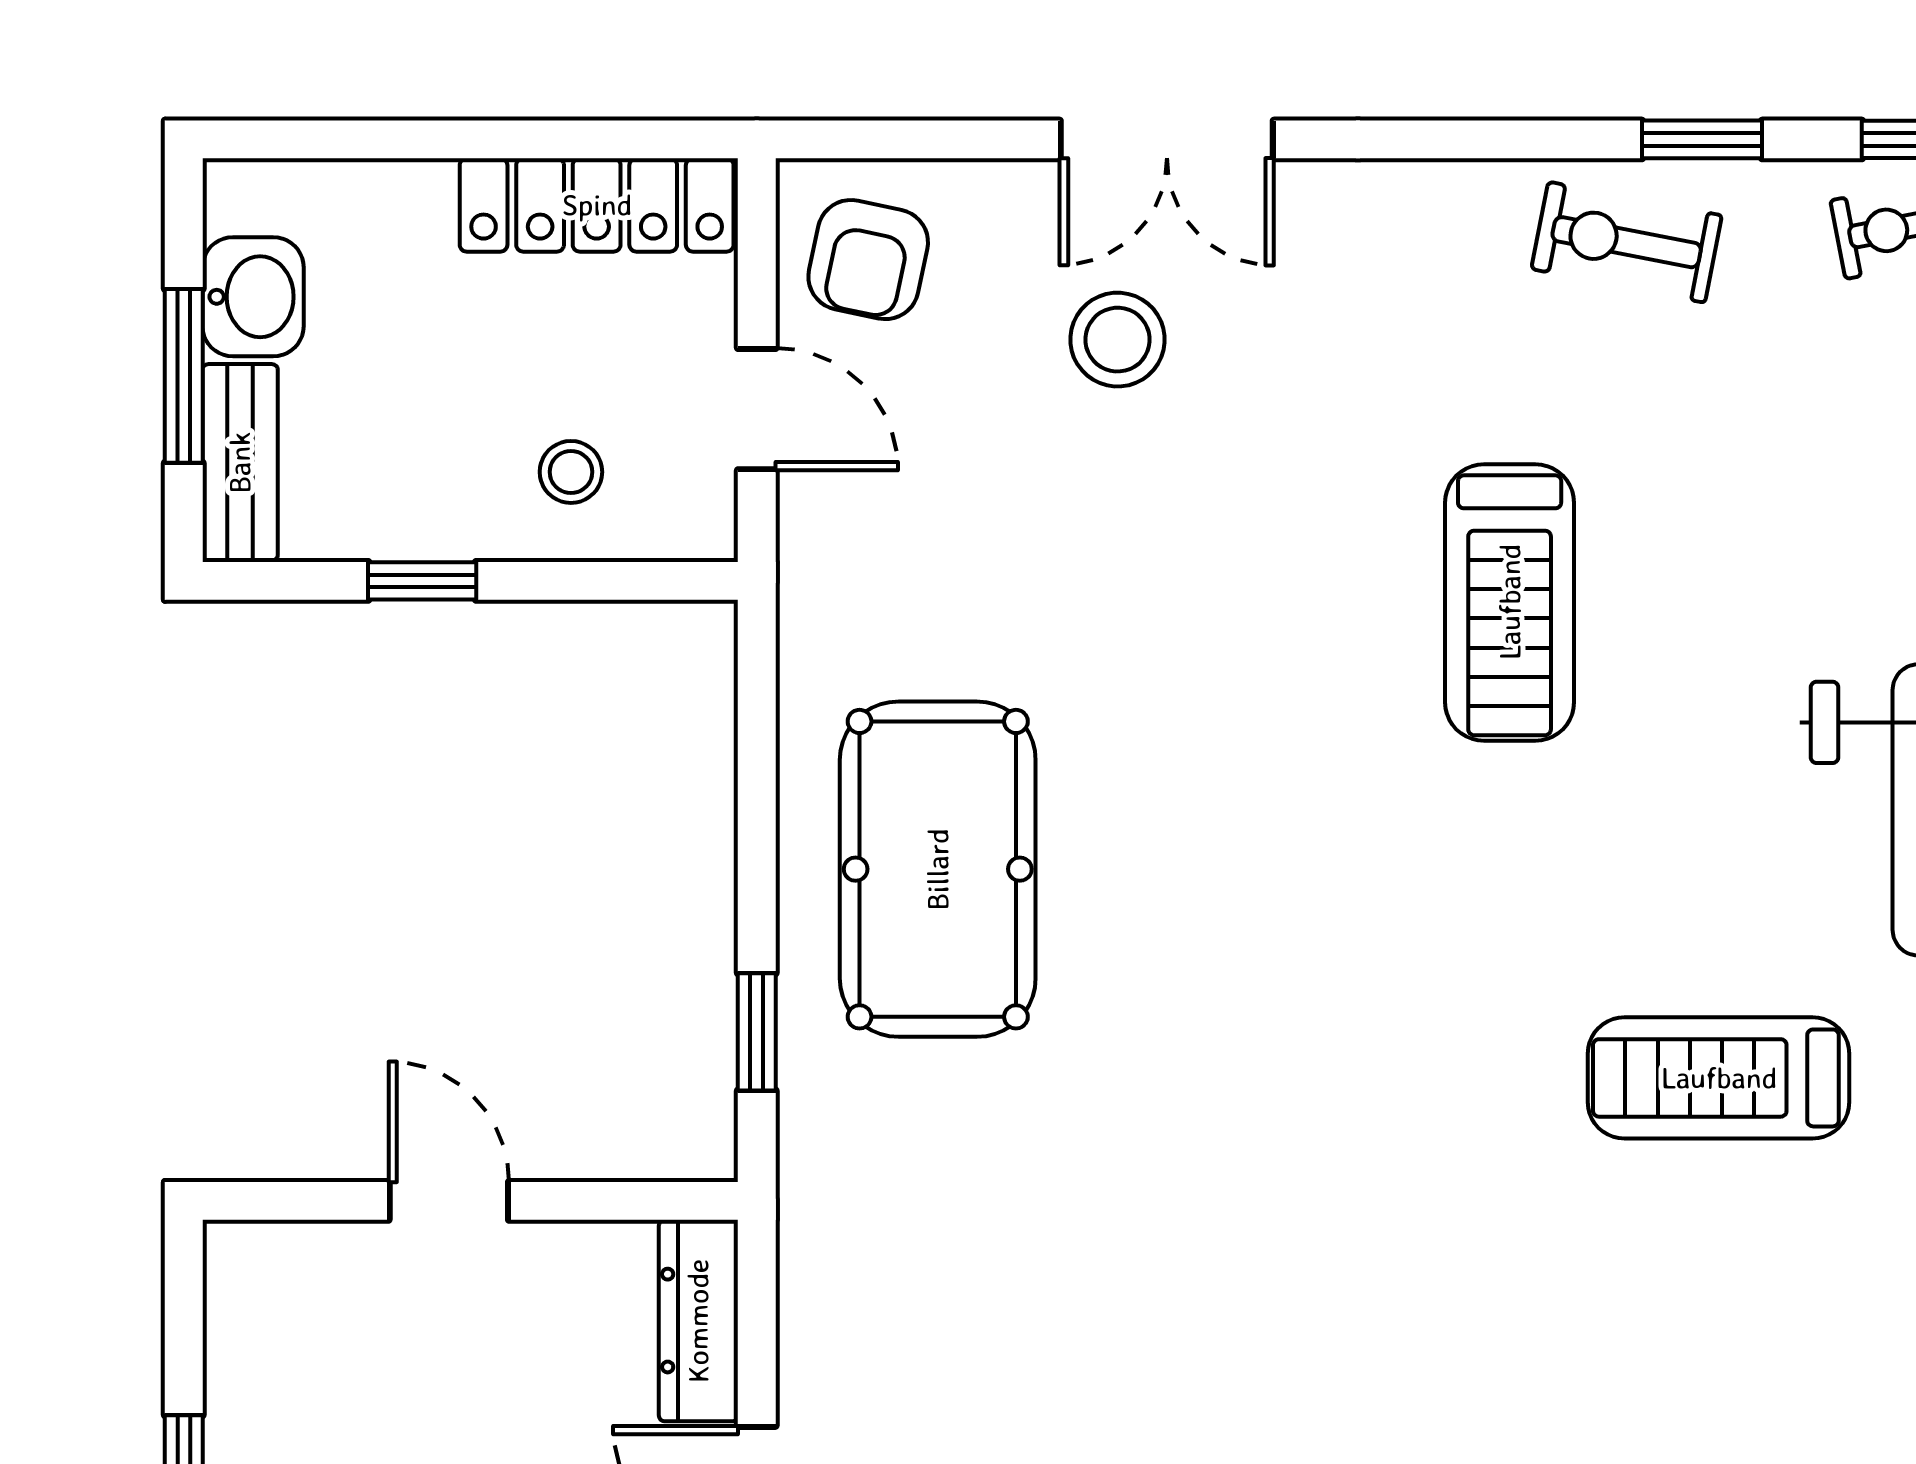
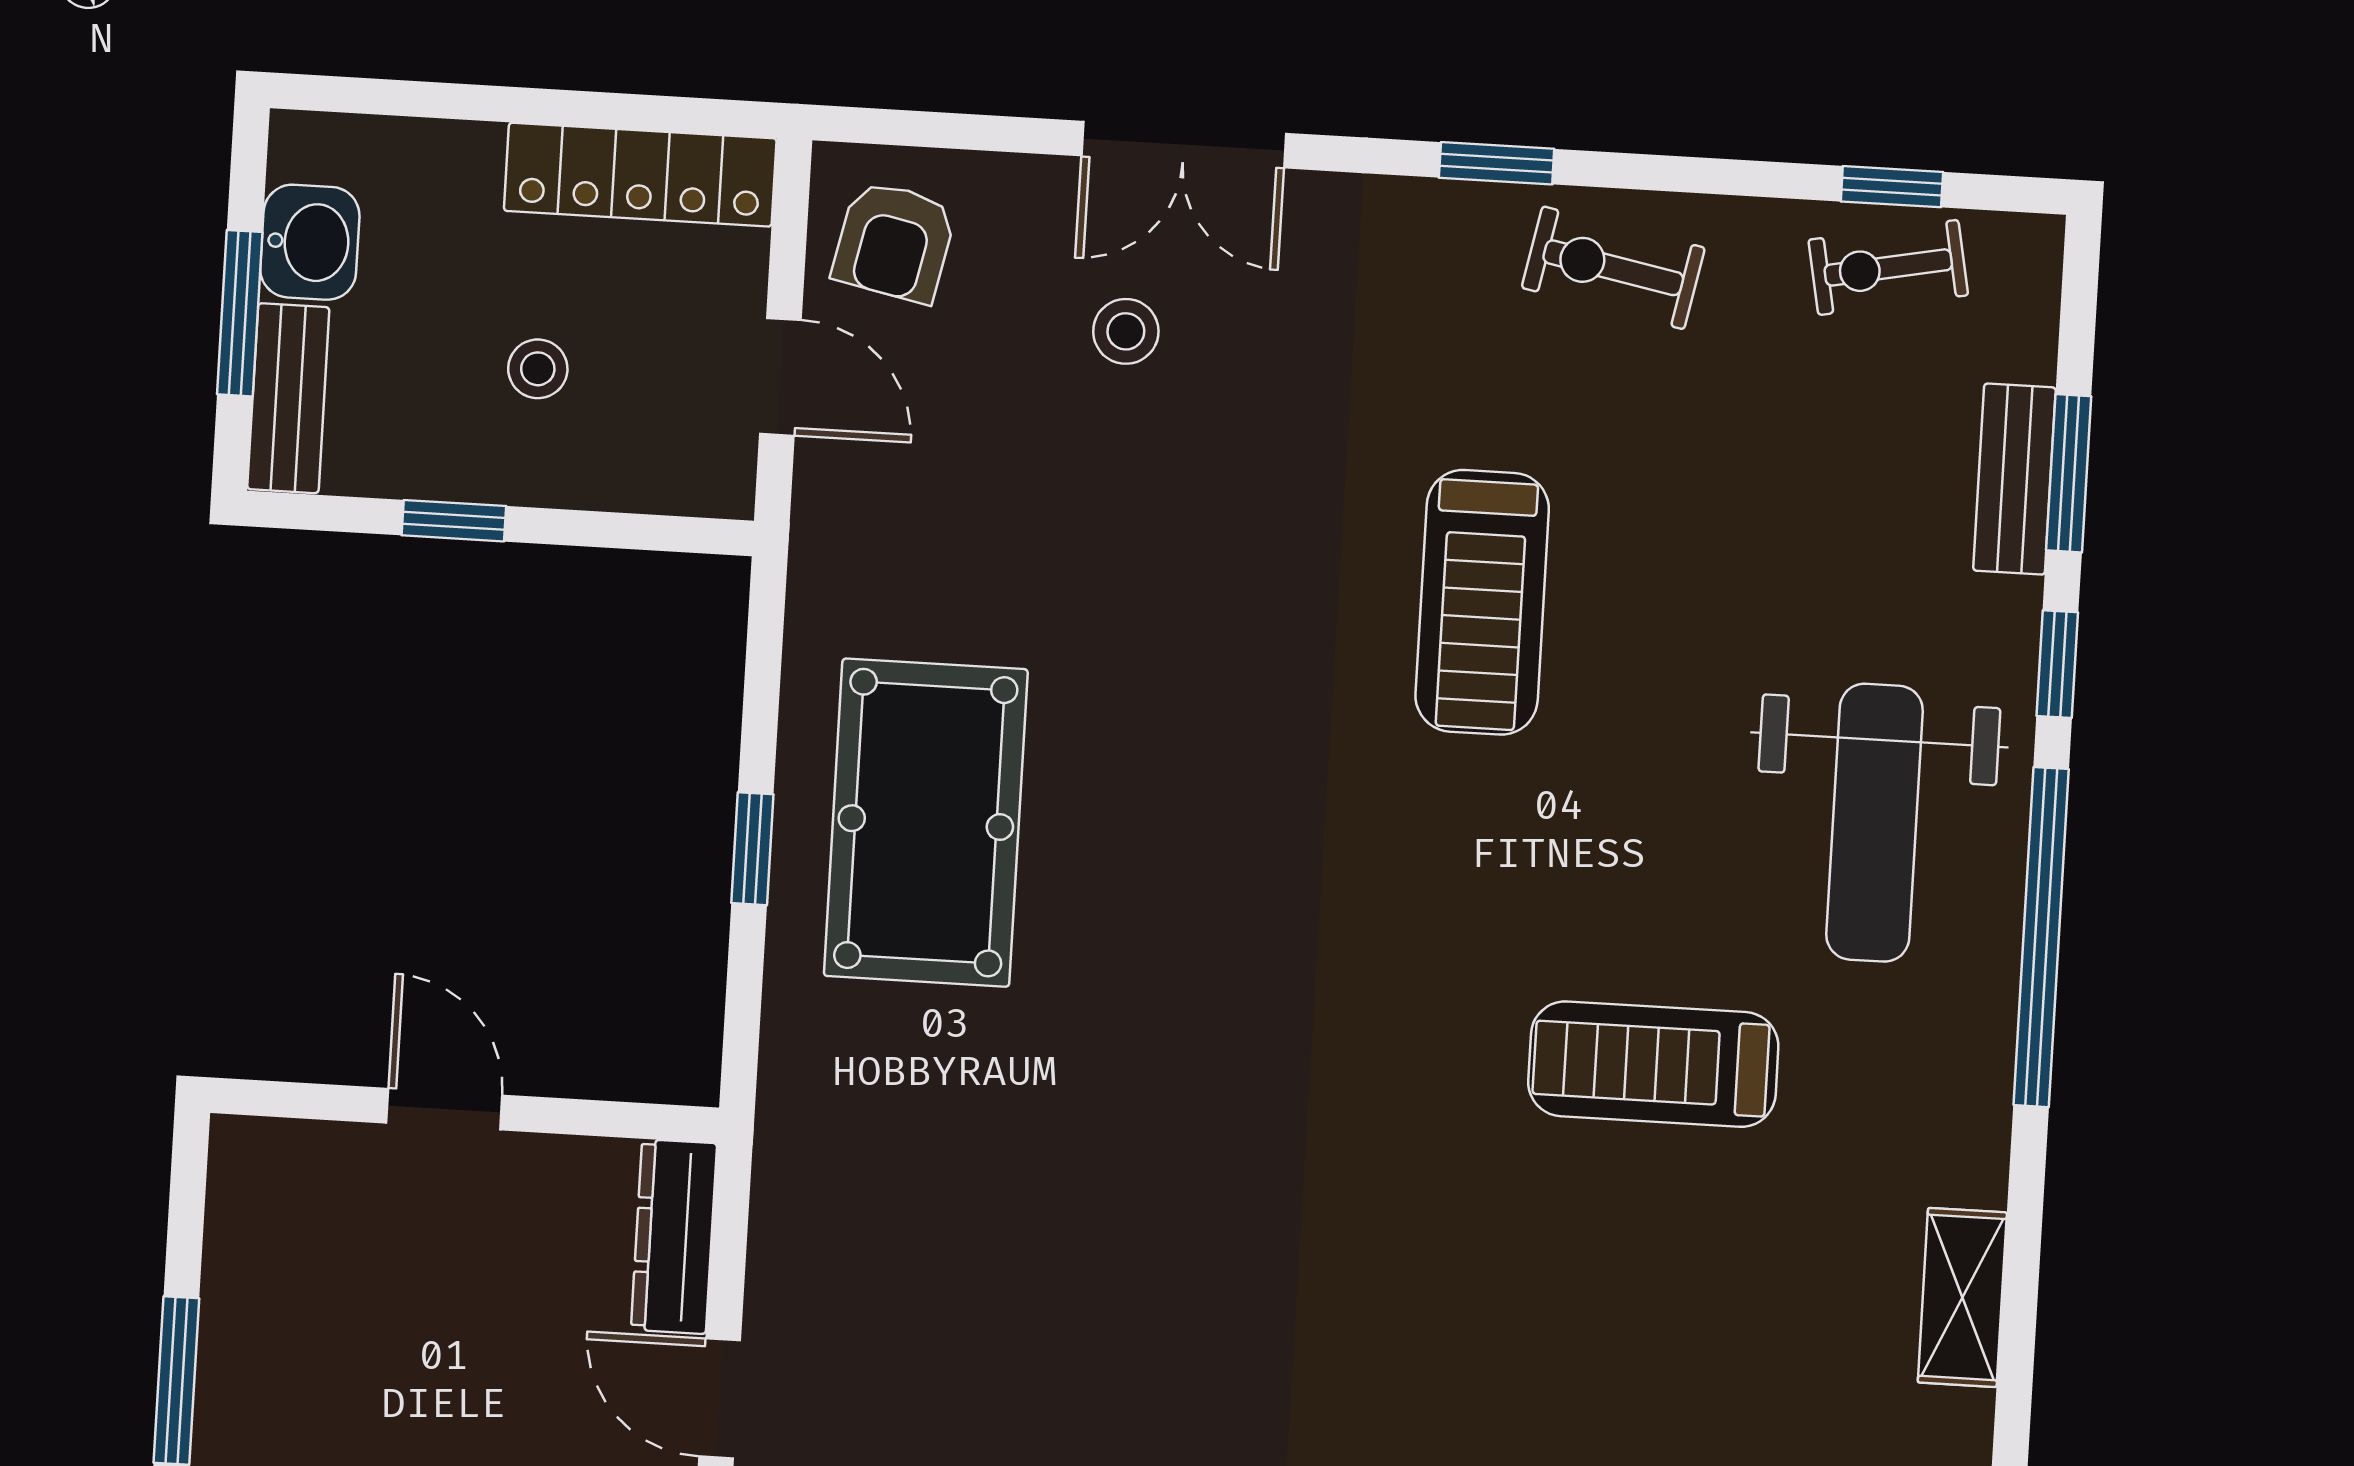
window: (1702, 139) -> (1497, 163), moved
stool: (1118, 340) -> (1126, 331), width x0.73, depth x0.73
stool: (571, 472) -> (538, 369), moved
window: (757, 1032) -> (752, 849), moved

